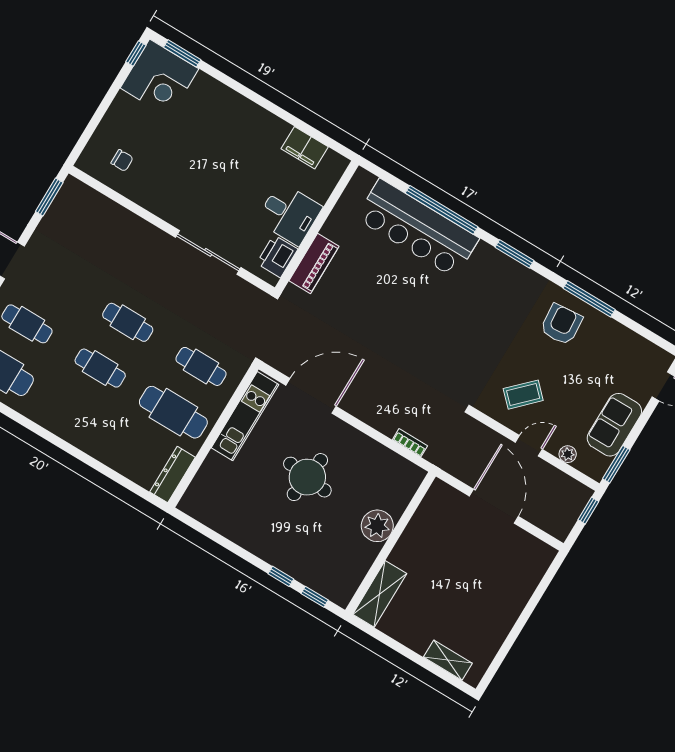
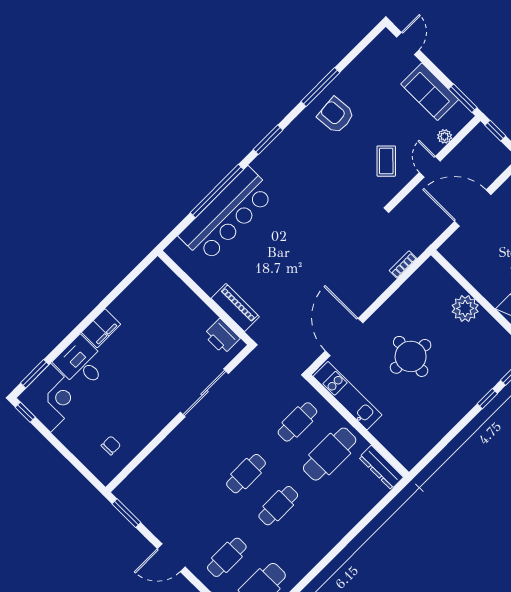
filing cabinet: (305, 148) -> (101, 328), moved
desk: (289, 214) -> (81, 363), moved, turned -90

